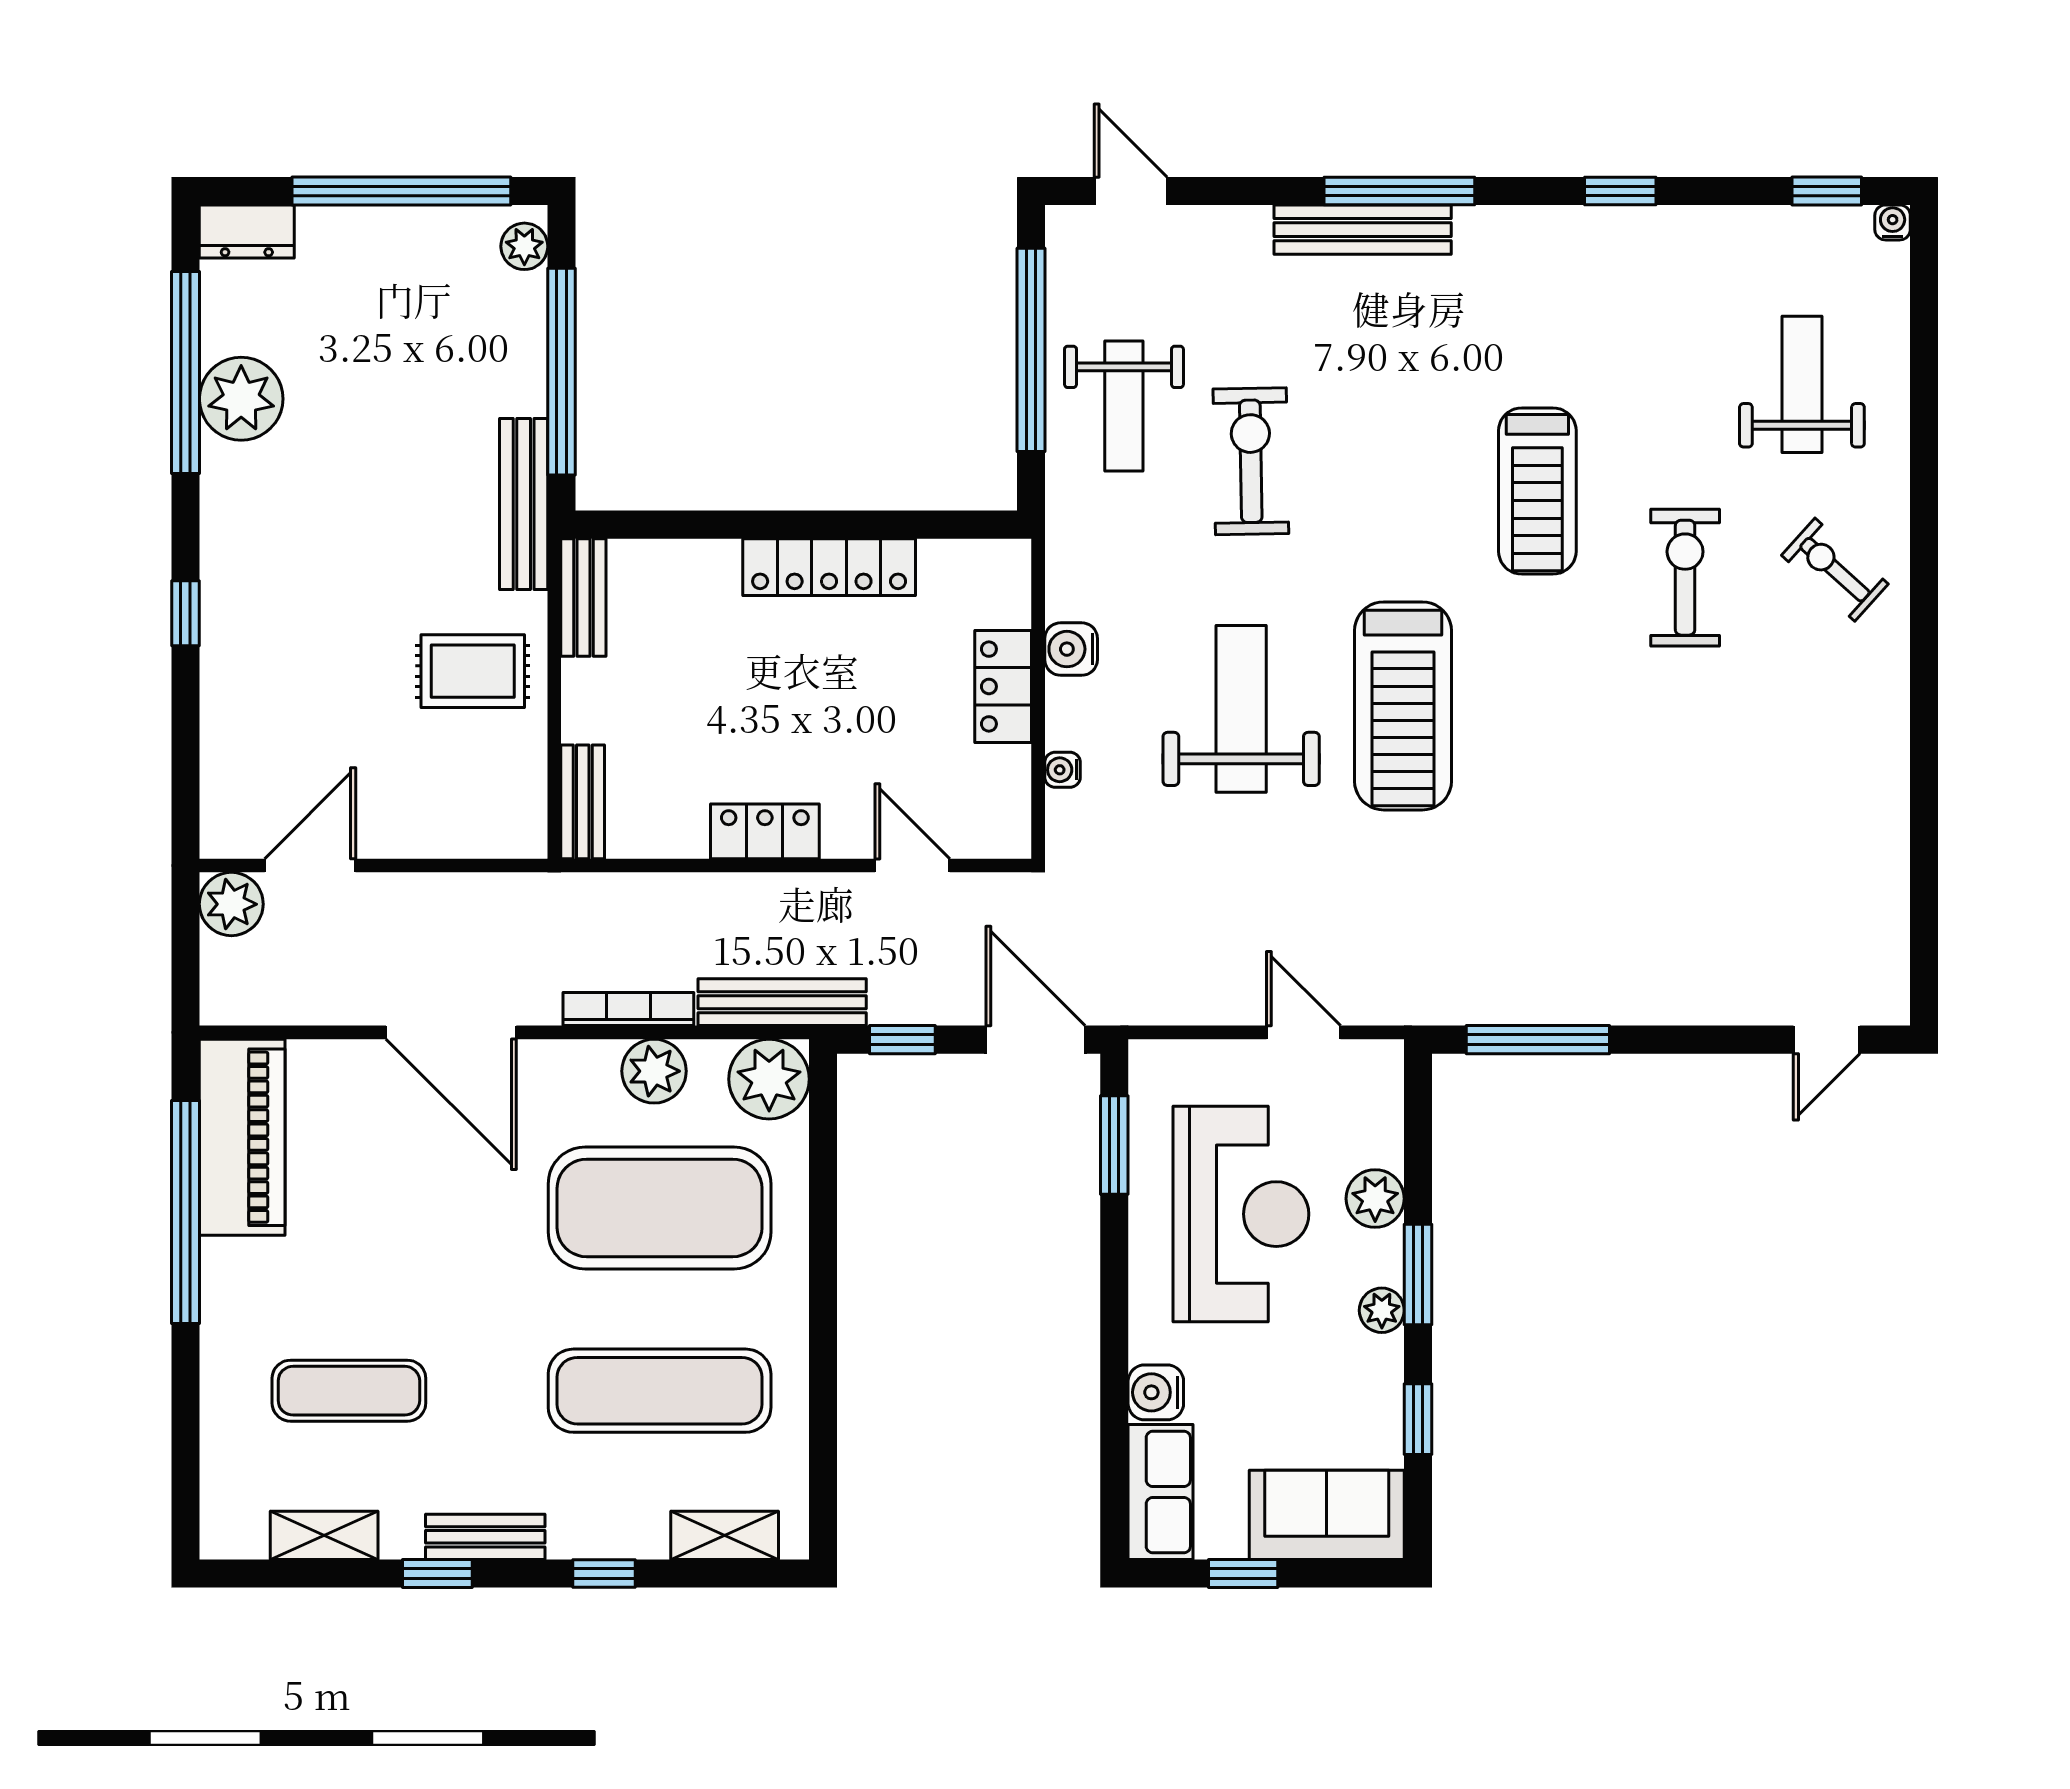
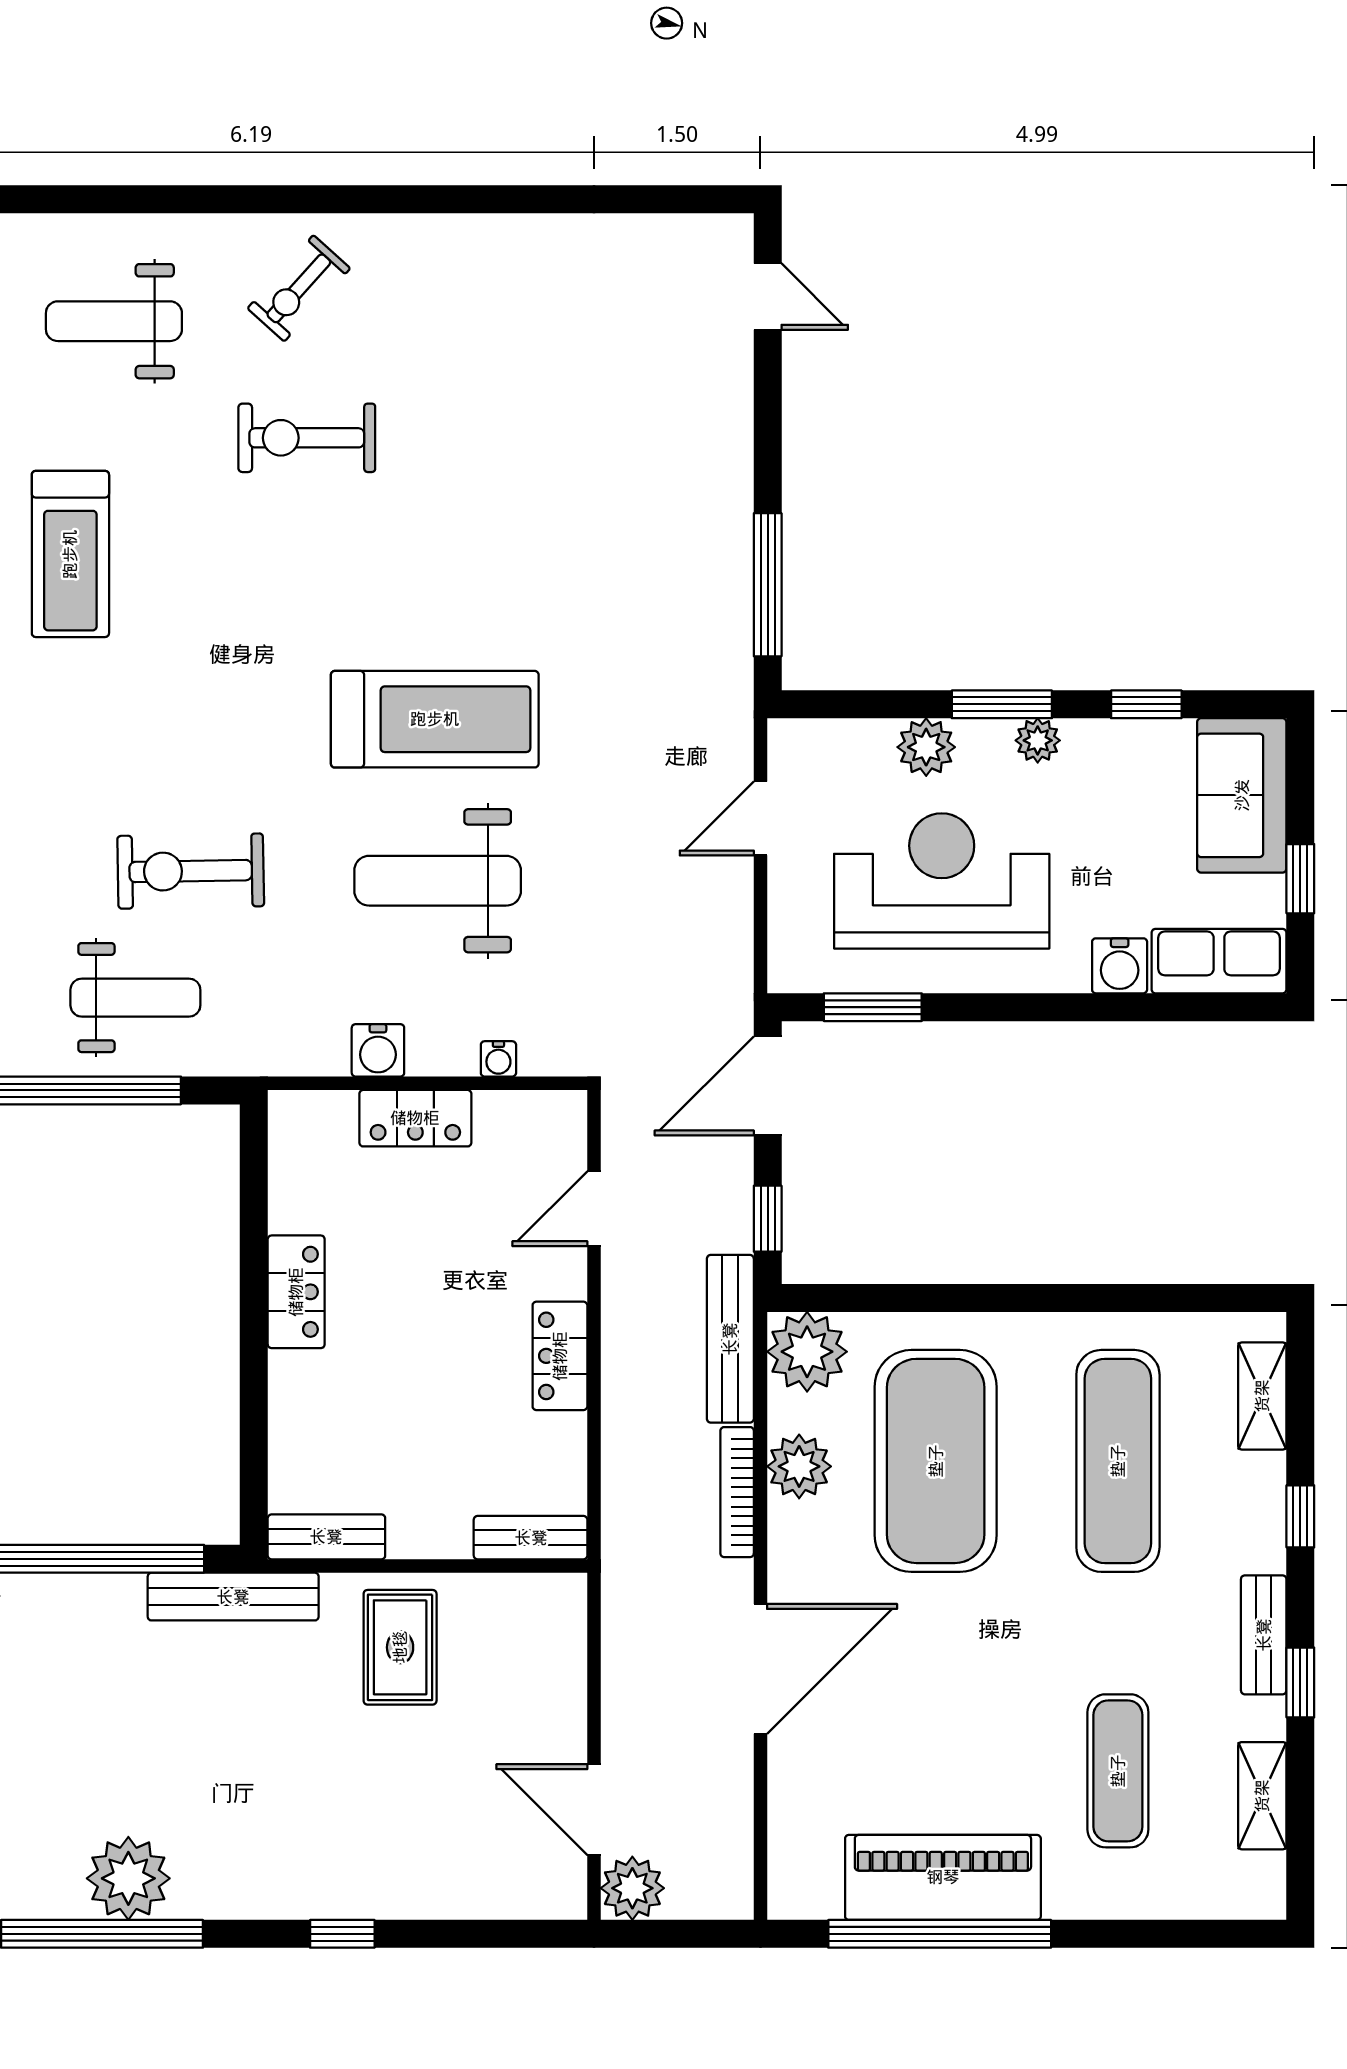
treadmill: (1537, 491) -> (70, 554), moved, turned 90
locker: (829, 567) -> (296, 1292), width x0.66
piano: (242, 1137) -> (943, 1877), moved

